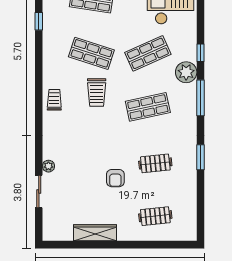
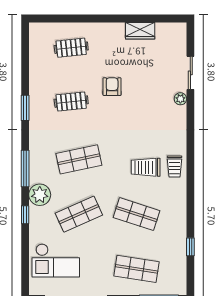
trolley: (97, 93) -> (146, 167), moved, turned -90
wardrobe: (95, 233) -> (140, 31), width x0.67

